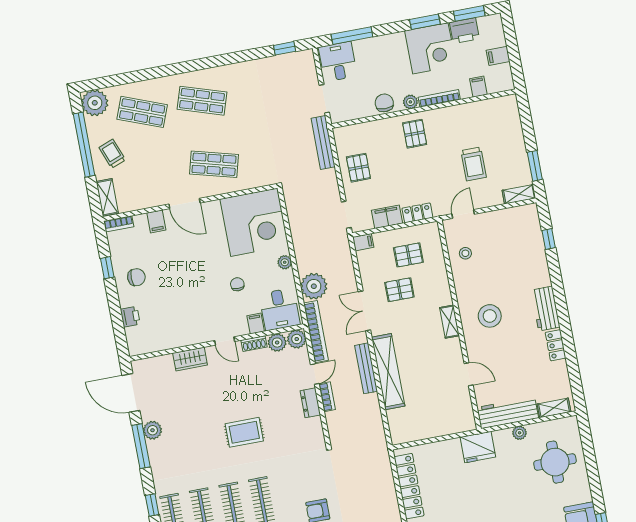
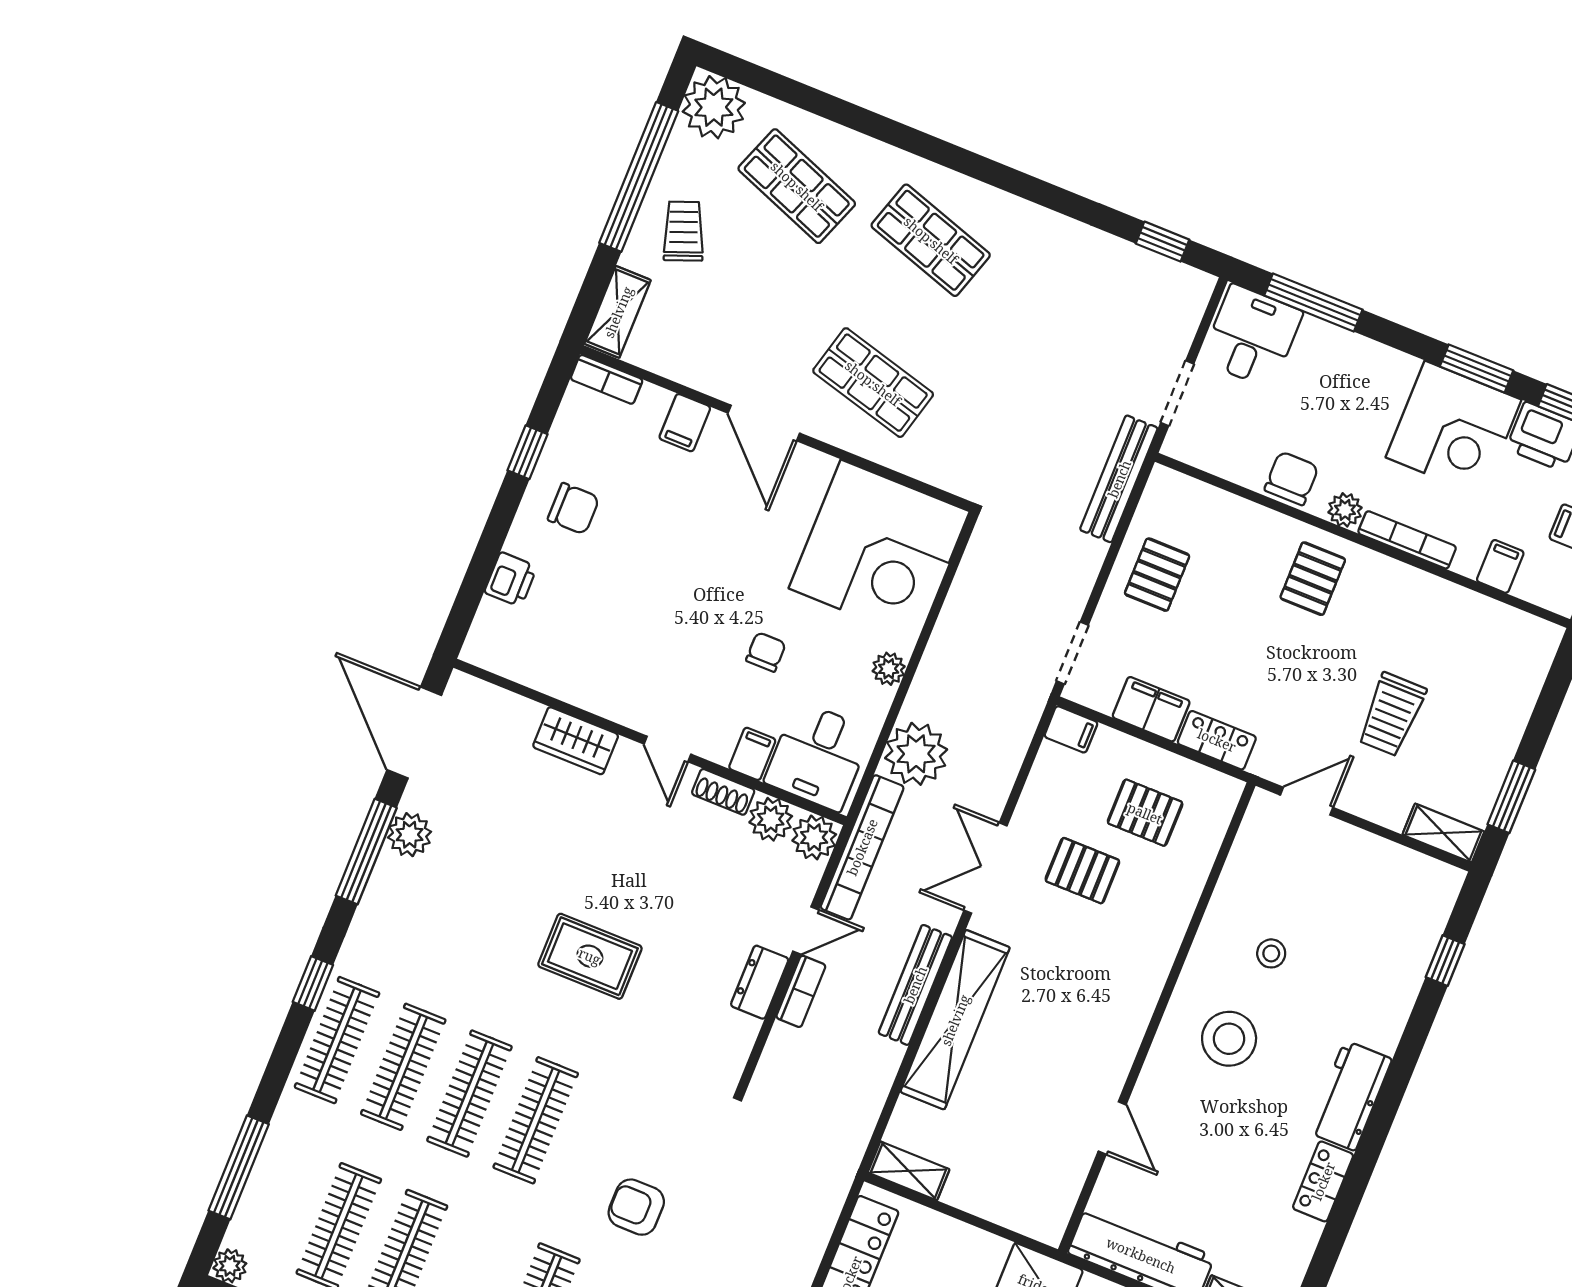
stool: (465, 253) -> (1271, 953), moved
shelving: (449, 322) -> (909, 1171), moved, turned 90

